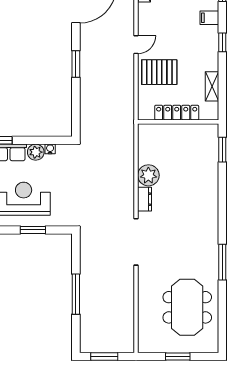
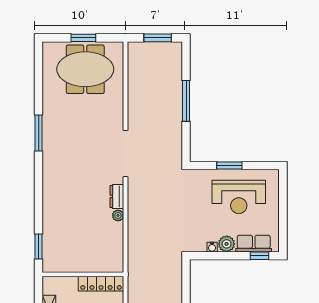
locker: (177, 113) -> (101, 284), moved
plant: (148, 175) -> (118, 215), width x0.53, depth x0.53
meeting table: (187, 307) -> (85, 69), moved, turned 90

